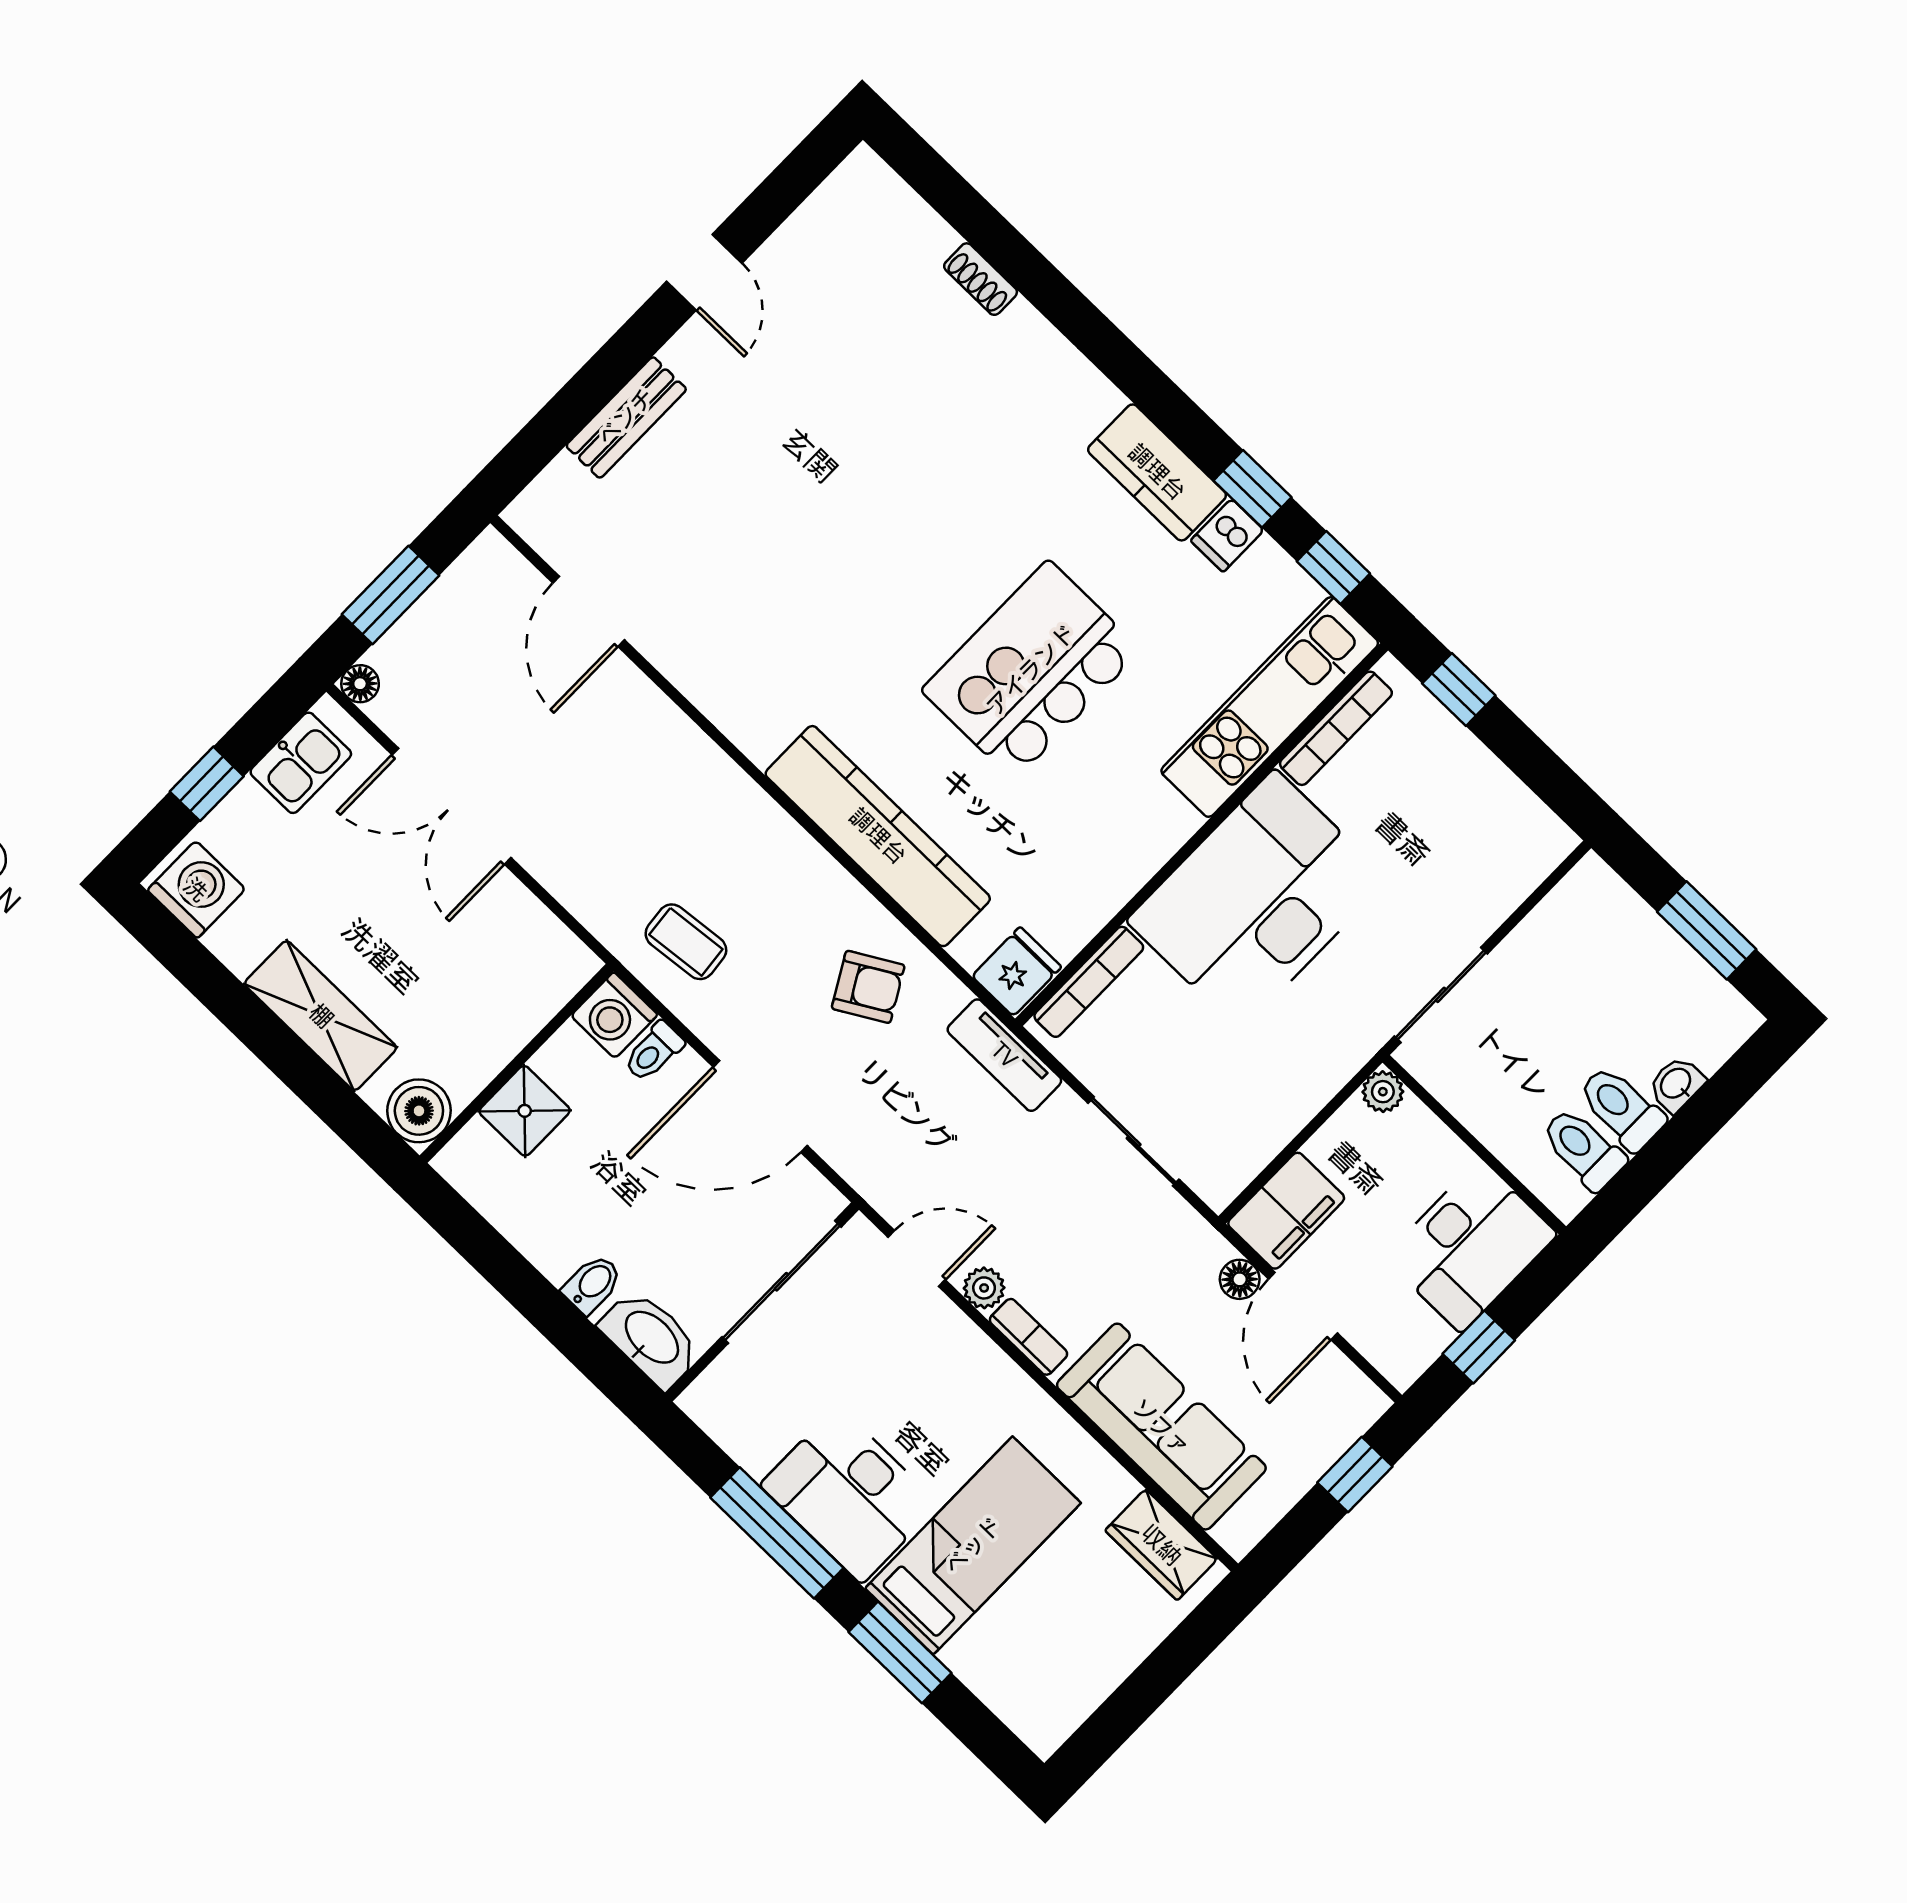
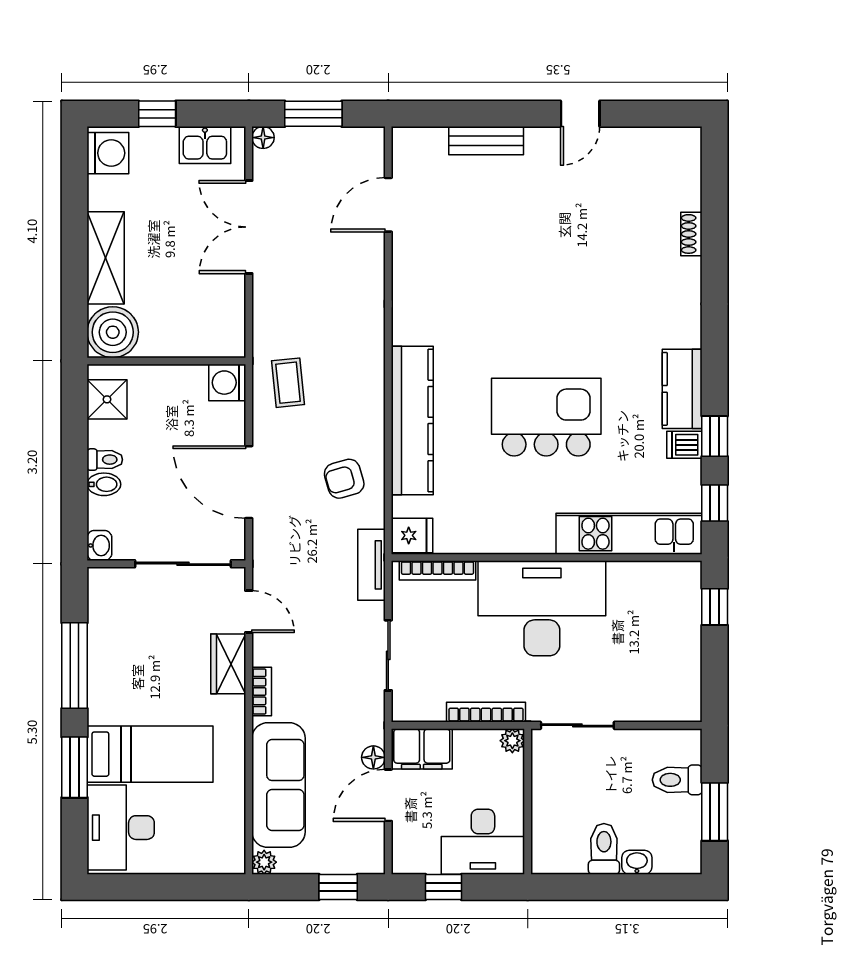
bookcase: (1336, 728) -> (486, 712), moved, turned 180
armchair: (868, 987) -> (344, 479), turned 104
toilet: (654, 1052) -> (105, 460), moved, turned 180
boiler: (419, 1111) -> (113, 332), width x1.37, depth x1.37
shower: (525, 1111) -> (107, 399), moved
toilet: (1583, 1149) -> (677, 780), moved, turned -90
plant: (984, 1288) -> (264, 862), moved
washbasin: (651, 1339) -> (99, 545), width x0.52, depth x0.69
desk: (849, 1495) -> (121, 828), moved
wardrobe: (1161, 1545) -> (228, 664), moved

